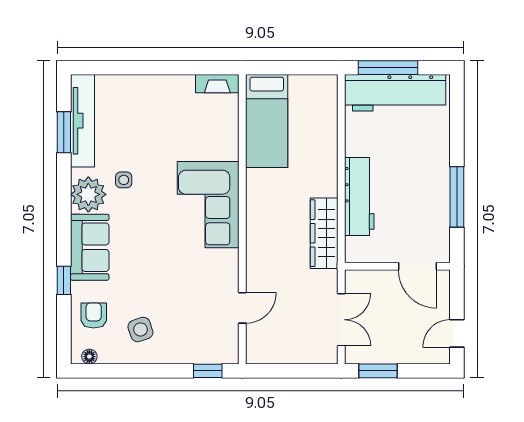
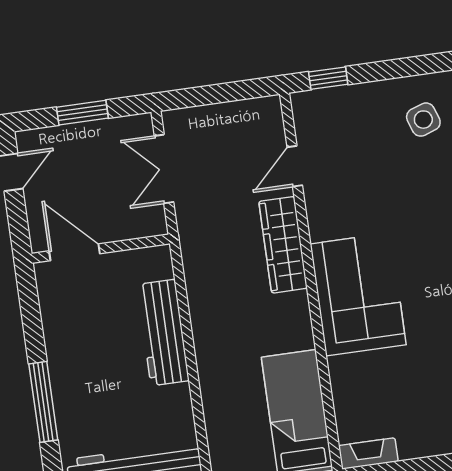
window: (457, 197) -> (43, 402), moved
wardrobe: (324, 233) -> (283, 245), moved, turned 180
window: (378, 371) -> (82, 113), moved

